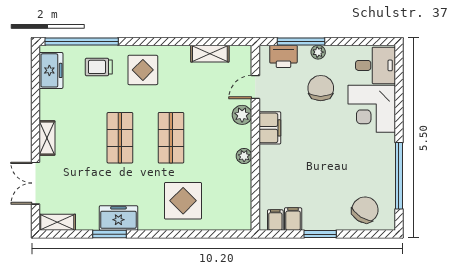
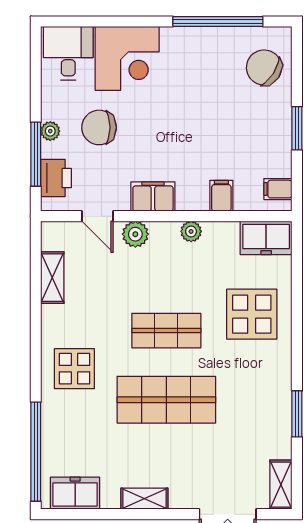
trolley: (99, 67) -> (70, 428), removed
shelving: (47, 138) -> (144, 499), moved
shop shelf: (120, 138) -> (166, 400), width x1.43, depth x1.36
freezer: (118, 218) -> (266, 238), moved, turned -90
filing cabinet: (293, 219) -> (221, 196), moved, turned 90

